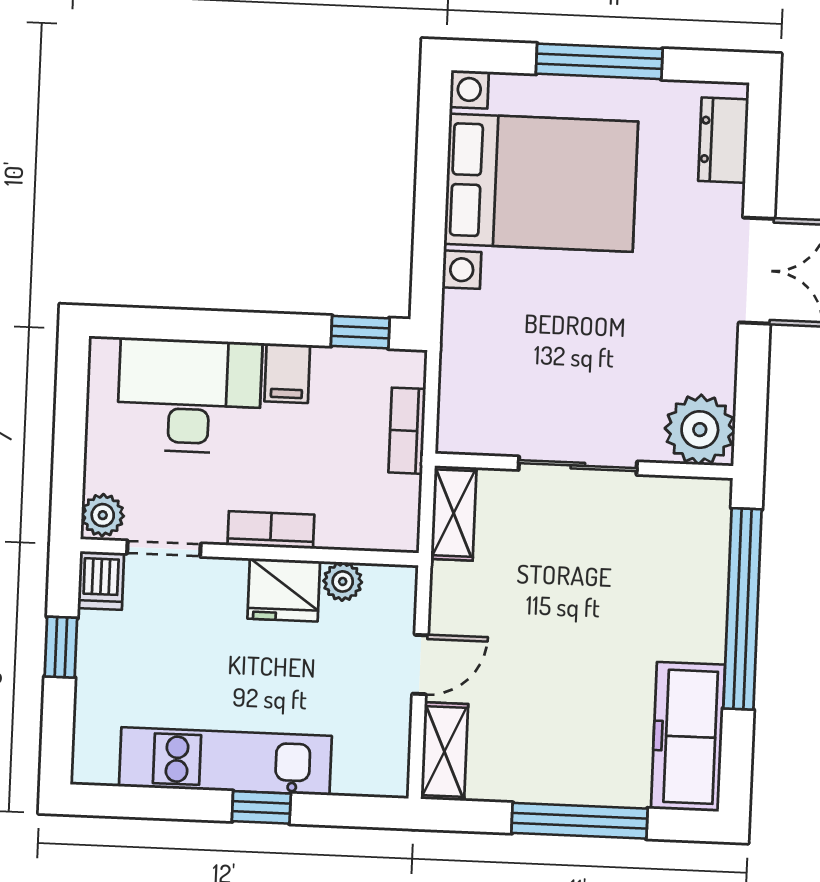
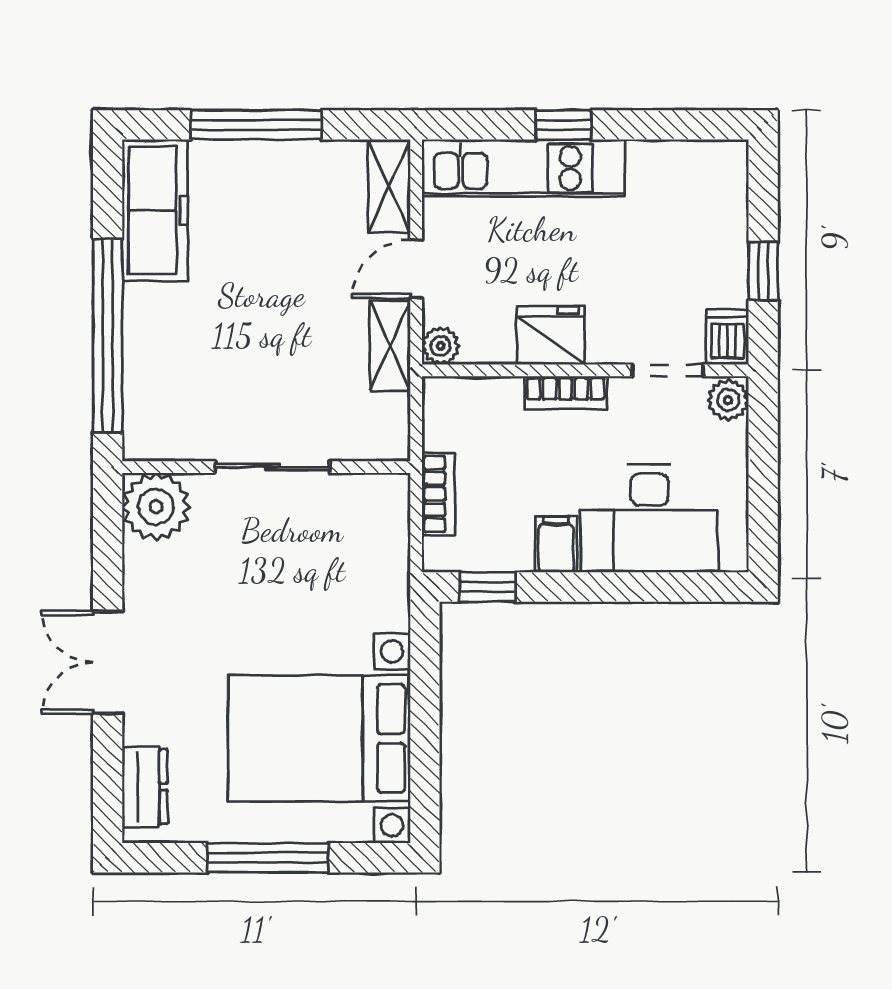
shelving: (454, 513) -> (390, 346), moved
plant: (343, 581) -> (441, 346), moved
kitchen unit: (225, 761) -> (523, 168), moved

